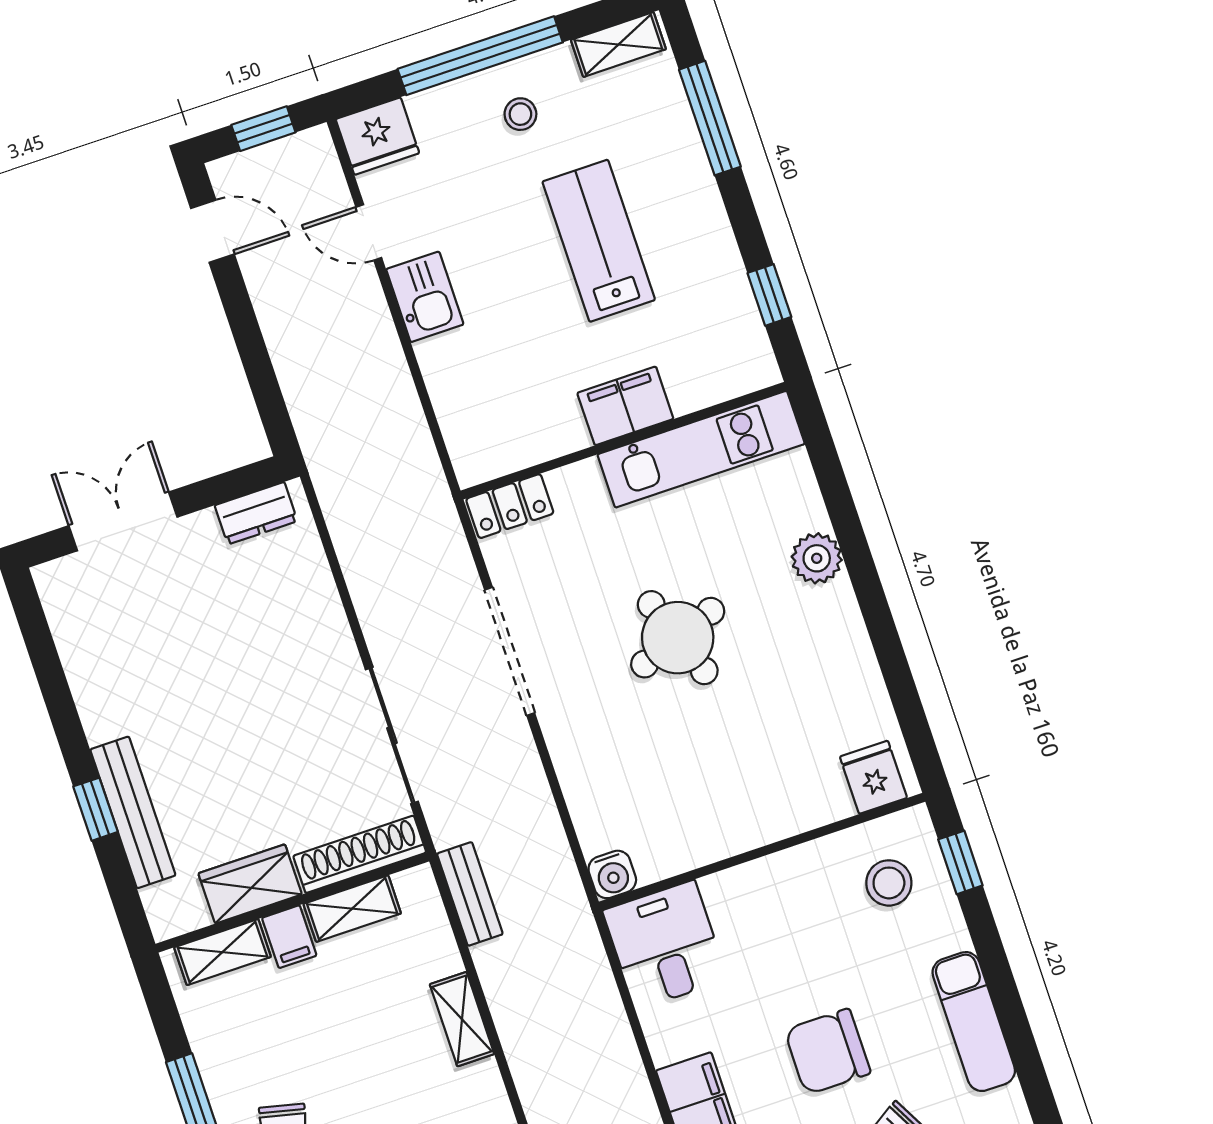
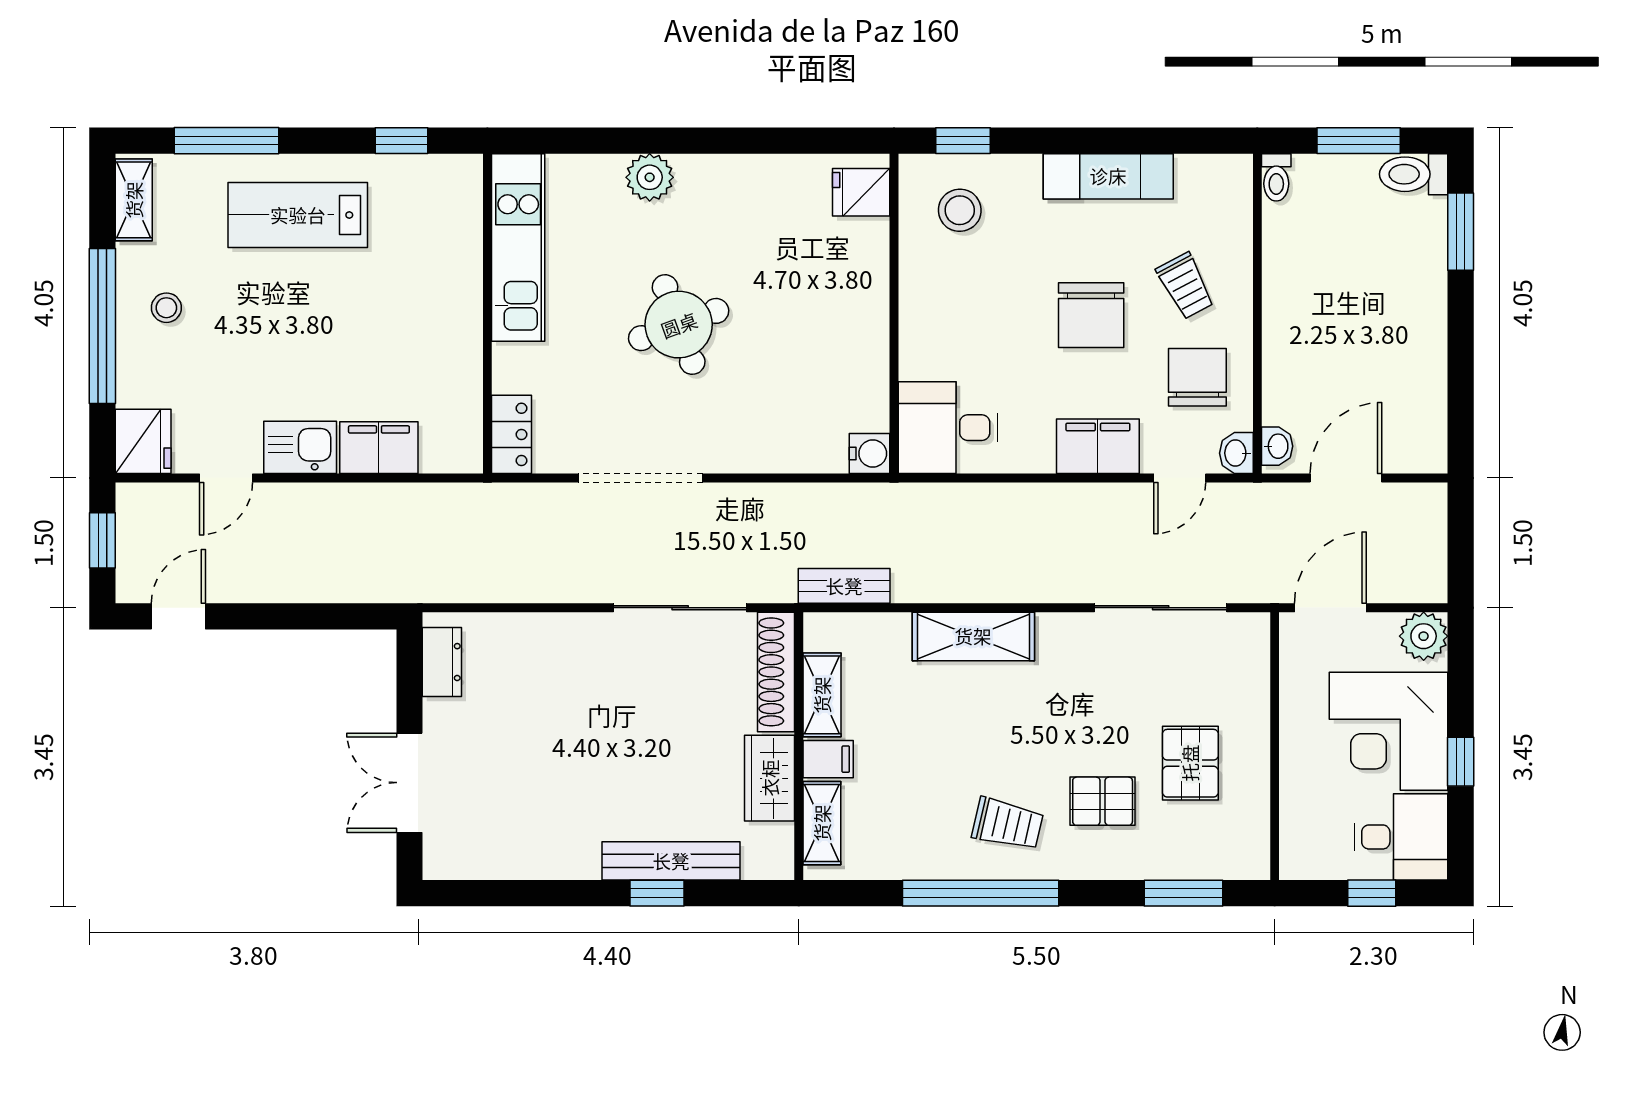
lab bench: (599, 241) -> (298, 215), moved
filing cabinet: (625, 406) -> (379, 448), moved, turned 90
shelving: (462, 1019) -> (973, 636), width x1.50, depth x1.33

